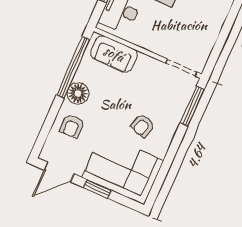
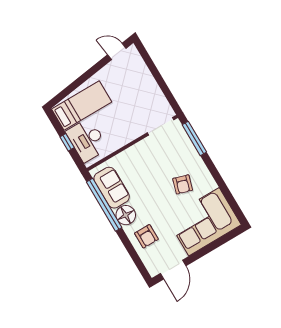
sofa: (114, 54) -> (112, 188), moved, turned -90
window: (97, 189) -> (205, 250), removed

